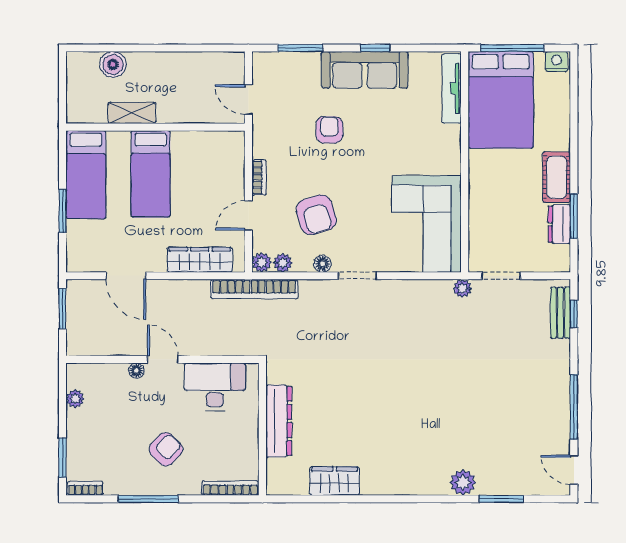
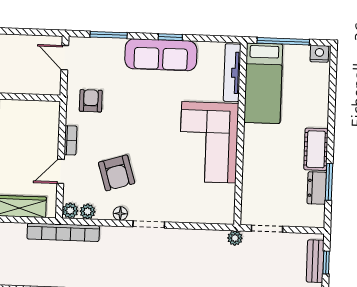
door: (248, 100) -> (65, 58), moved
bed: (501, 100) -> (263, 83), width x0.67
armchair: (329, 130) -> (91, 101), moved
corner sofa: (427, 224) -> (209, 142), moved

